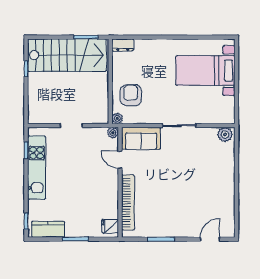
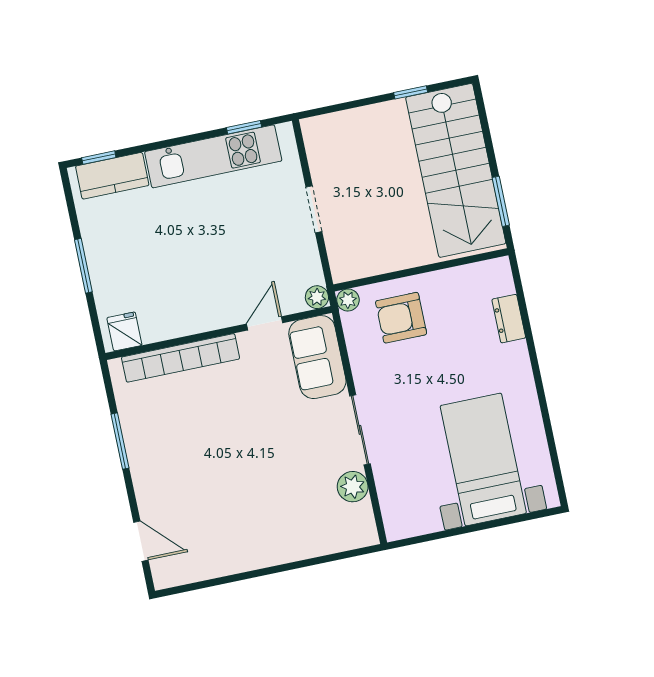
dresser: (123, 45) -> (509, 319), moved
armchair: (131, 95) -> (401, 318), turned 180
plant: (225, 134) -> (353, 487), moved
kitchen counter: (48, 229) -> (112, 176), moved, turned 90

